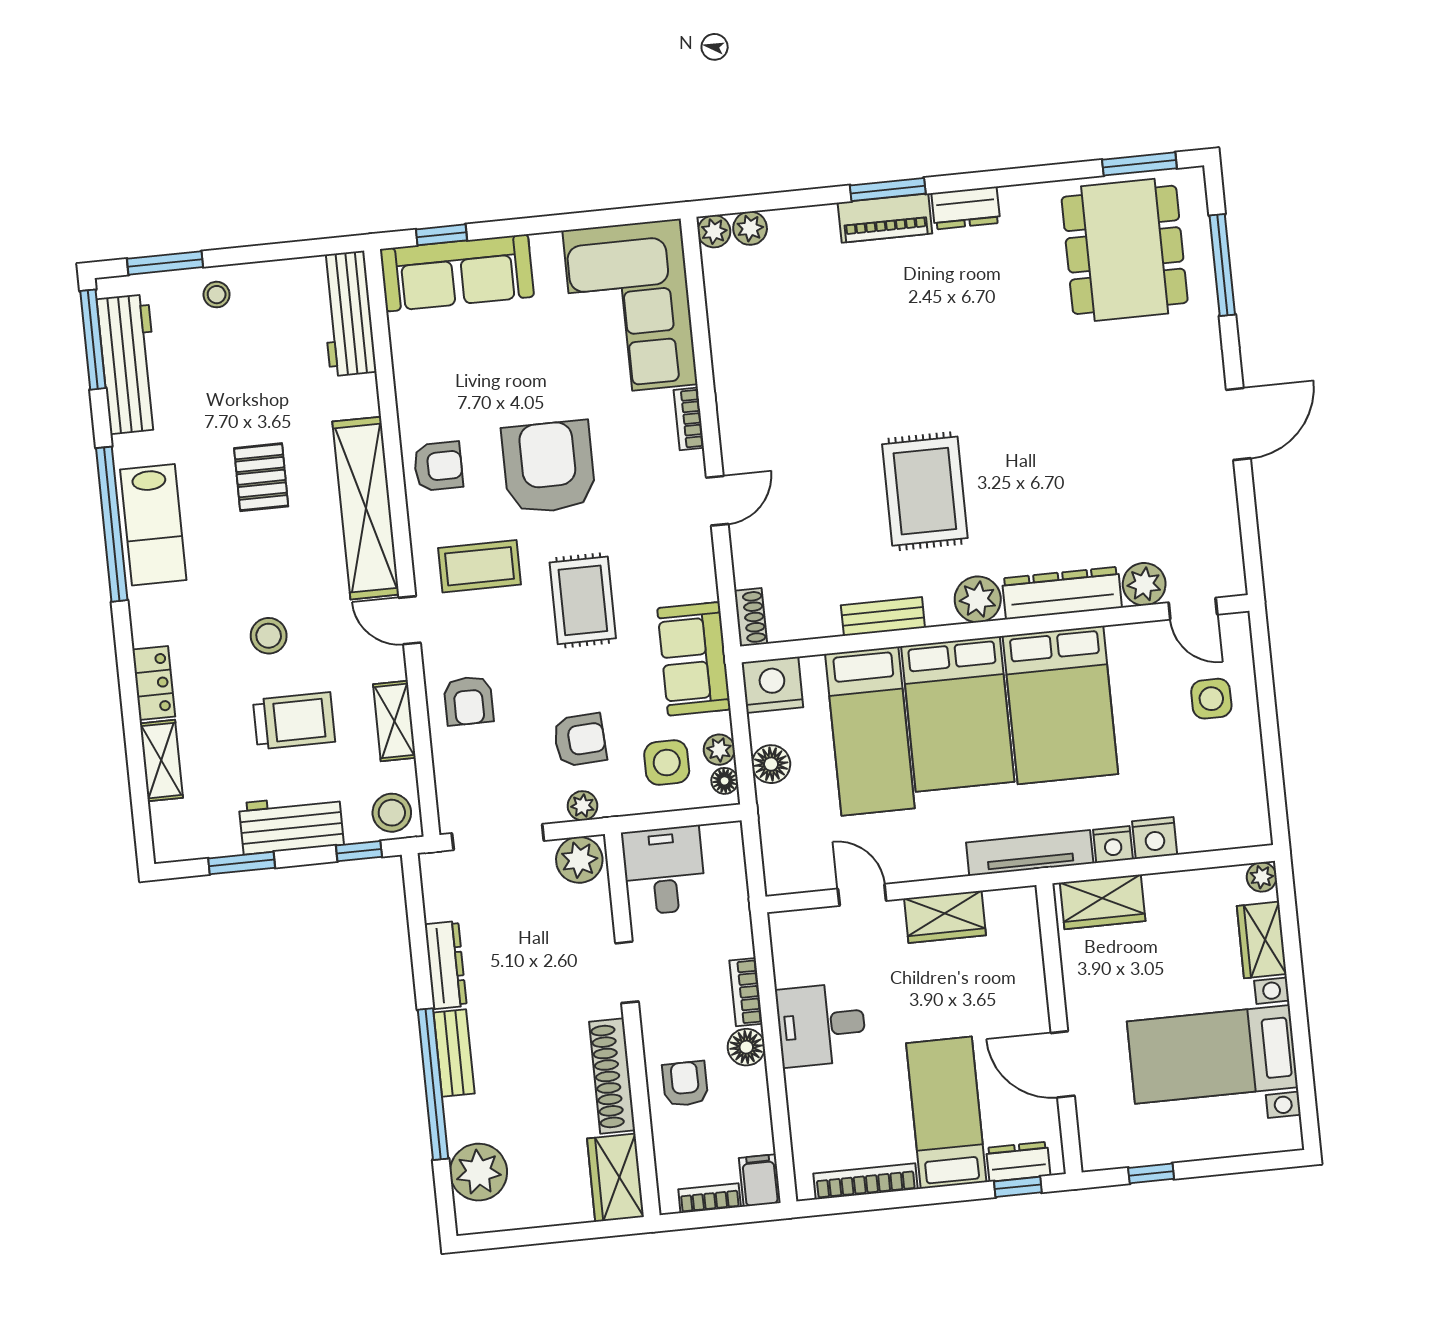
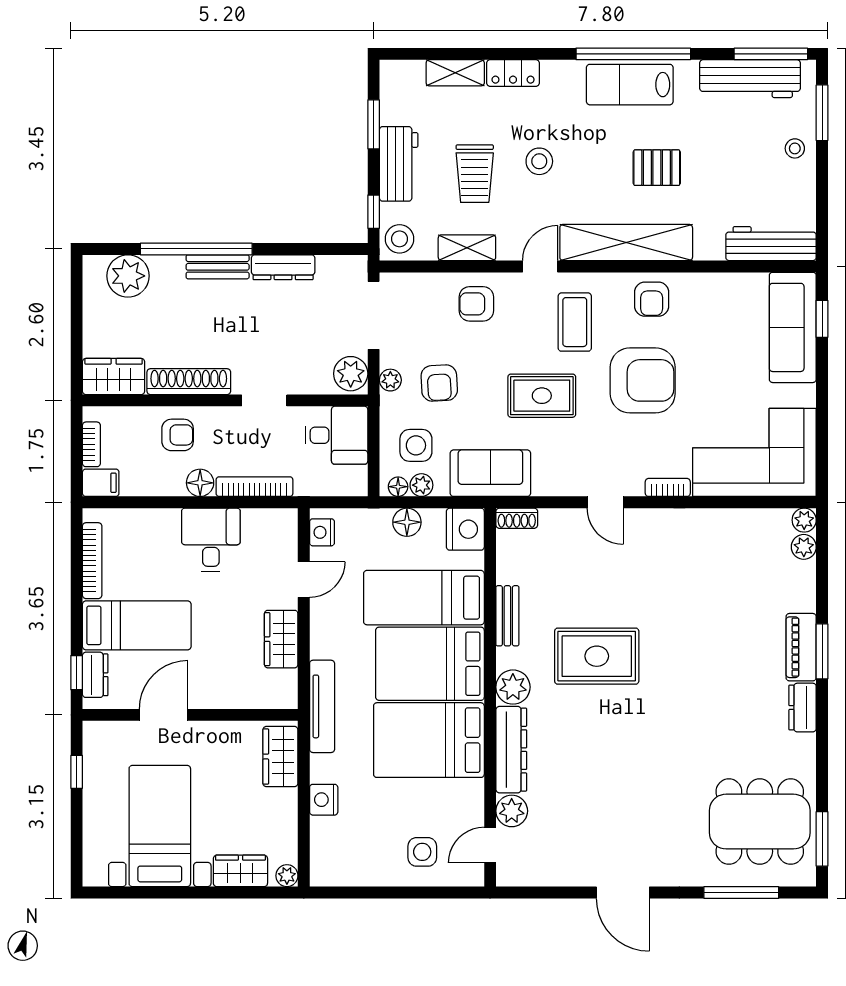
nightstand: (1113, 845) -> (322, 532), moved
bookcase: (746, 992) -> (254, 487), width x1.56

